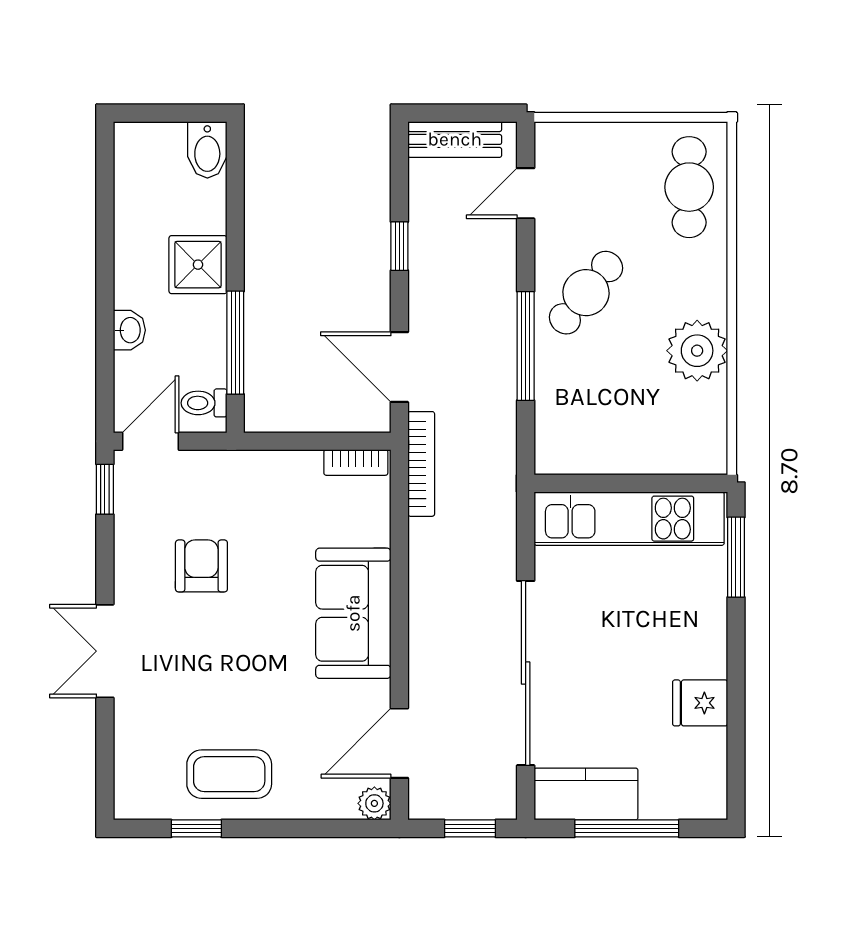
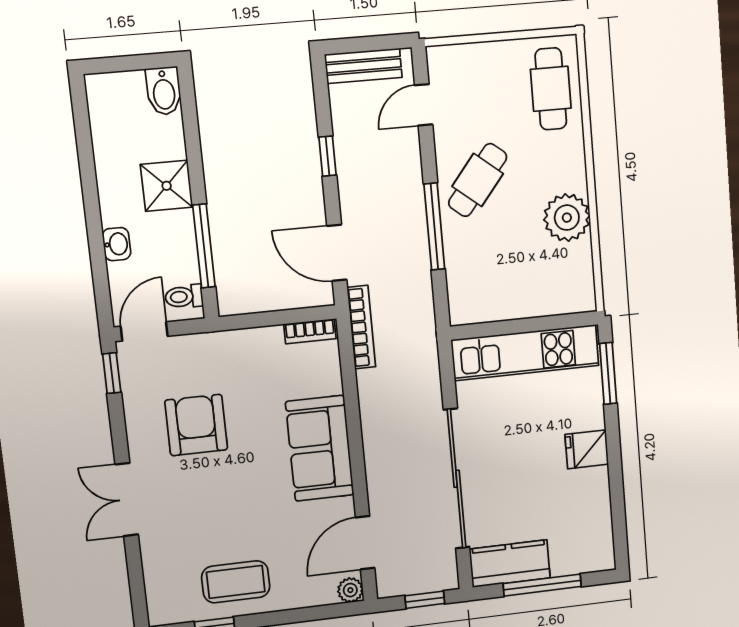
armchair: (201, 566) -> (196, 425), width x1.38, depth x1.38
fridge: (700, 703) -> (587, 449), moved

